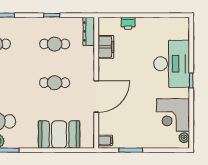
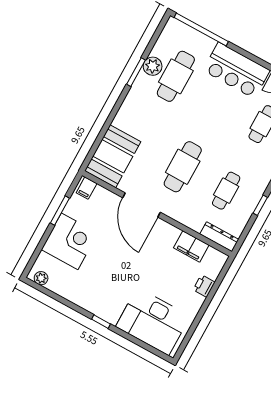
desk: (172, 64) -> (153, 321), moved
cafe table: (55, 83) -> (183, 167), width x1.37, depth x1.35
corner desk: (173, 115) -> (70, 241), moved, turned 90
booth: (59, 134) -> (113, 156), moved

